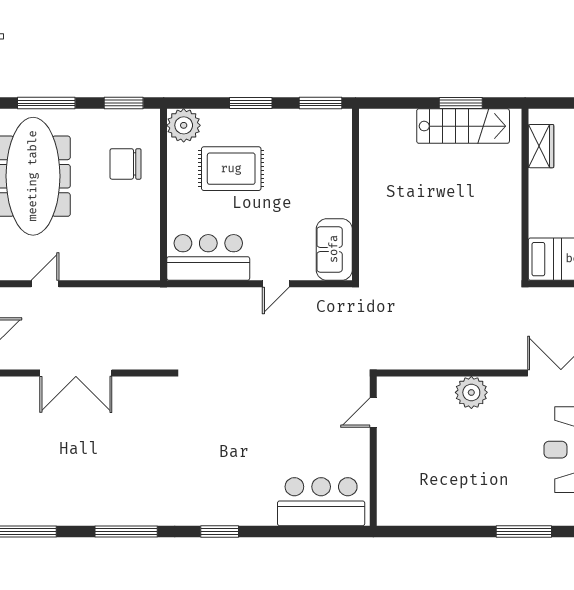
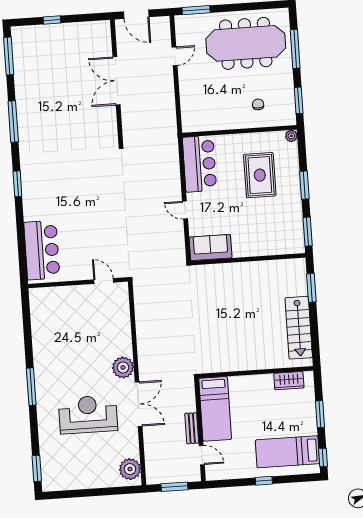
window: (461, 103) -> (311, 288), moved
plant: (184, 125) -> (291, 136), width x0.53, depth x0.53
chair: (125, 164) -> (258, 104), width x0.54, depth x0.54
door: (45, 284) -> (175, 56), hinge flipped
plant: (471, 392) -> (123, 367), moved

